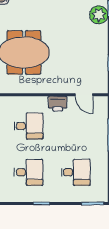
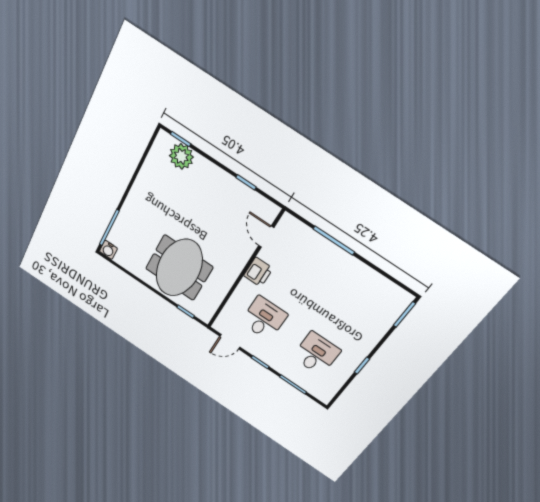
door: (84, 95) -> (266, 237), swing flipped
desk: (76, 172) -> (352, 307), removed

